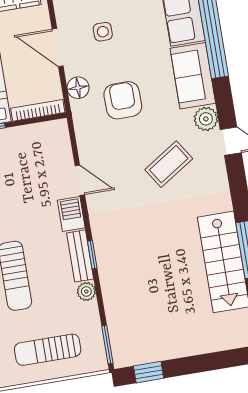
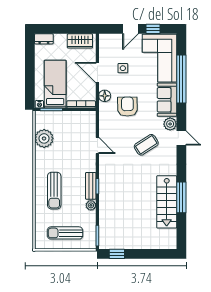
barbecue: (71, 214) -> (90, 163), removed

